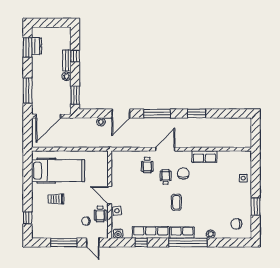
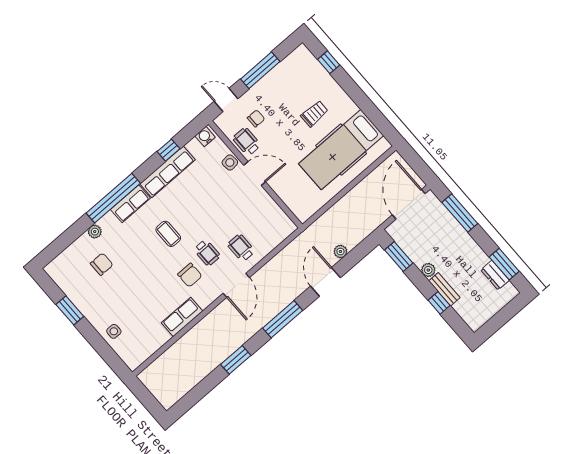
chair: (236, 224) -> (102, 264), moved

